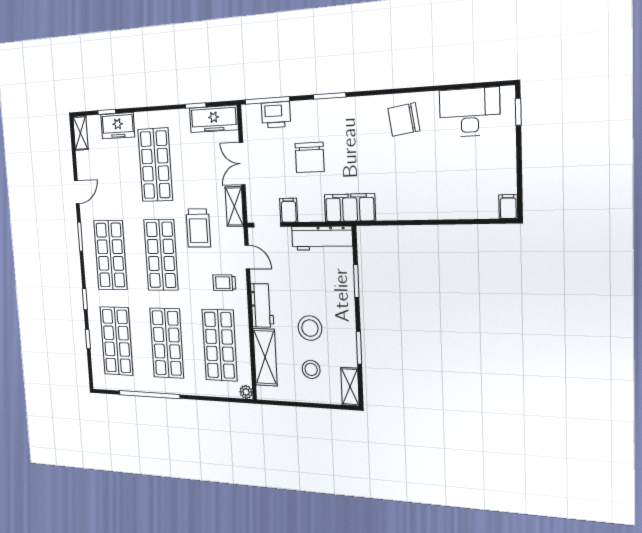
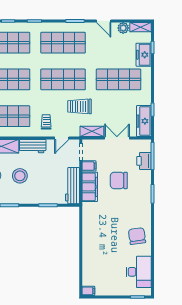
plant: (84, 161) -> (123, 28), added
filing cabinet: (350, 208) -> (90, 187), moved

